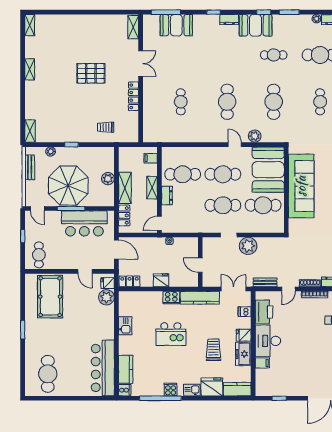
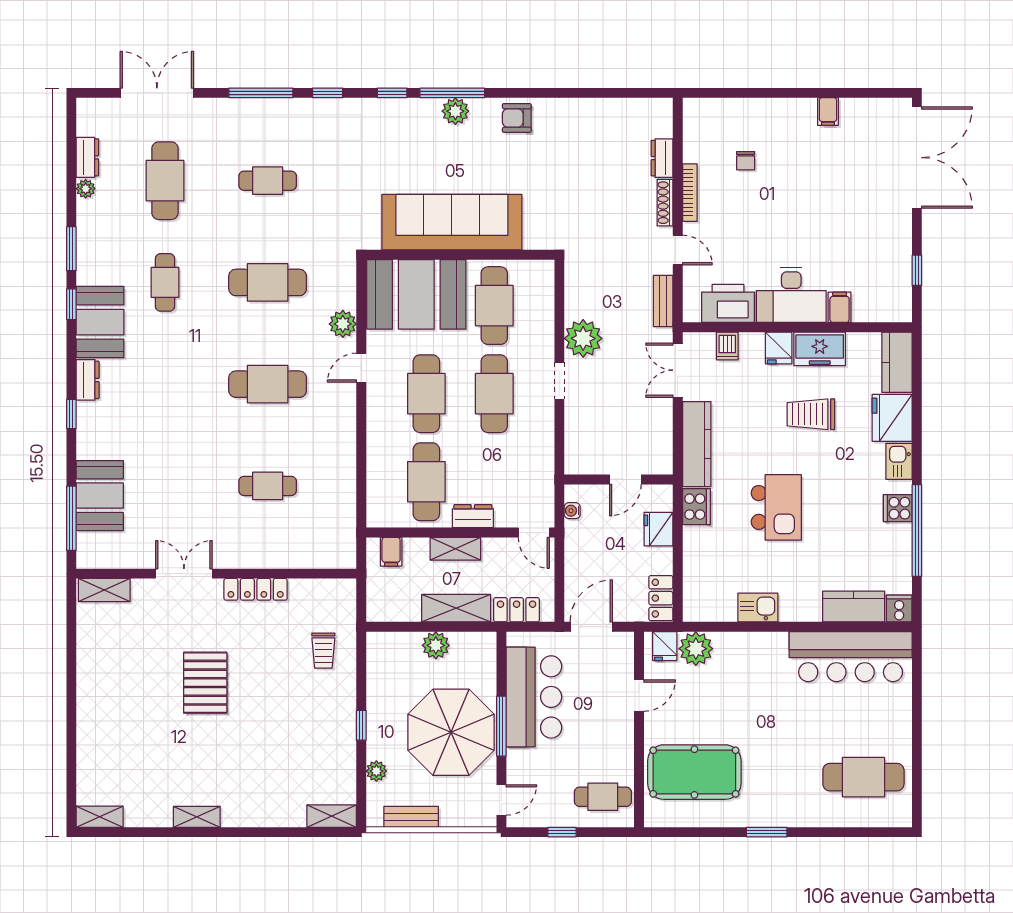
wall: (200, 262) -> (619, 479), moved
door: (200, 265) -> (625, 479), moved

